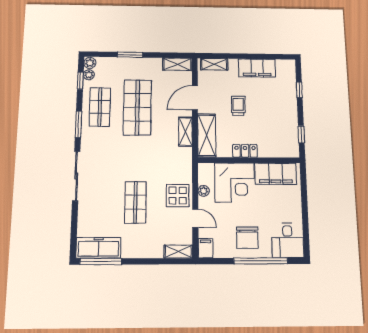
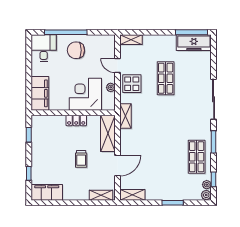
filing cabinet: (257, 68) -> (47, 192), moved
shop shelf: (137, 107) -> (166, 157), removed
shelving: (185, 132) -> (126, 116), moved
filing cabinet: (276, 174) -> (40, 93), moved, turned 90
chair: (247, 238) -> (76, 50), turned -90
filing cabinet: (206, 248) -> (110, 42), removed

